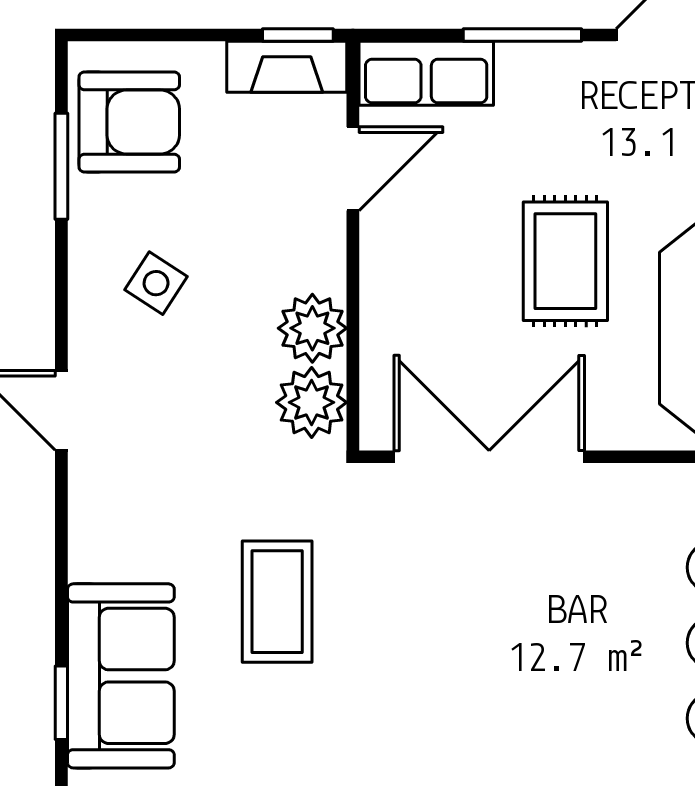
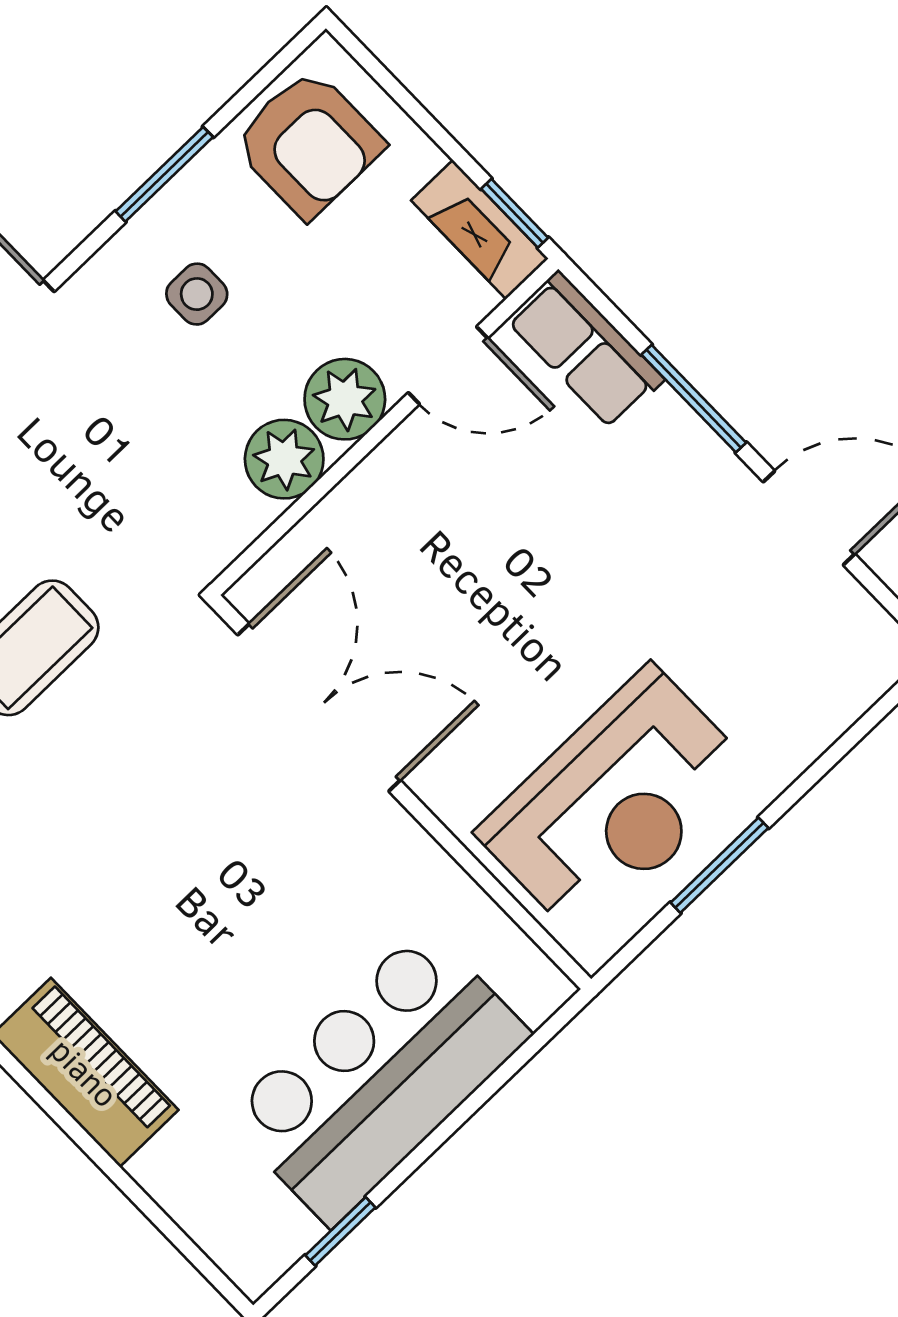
window: (61, 166) -> (164, 174), moved
rug: (565, 261) -> (541, 615), removed
side table: (156, 283) -> (197, 294), turned -33
plant: (312, 402) -> (345, 399), moved

